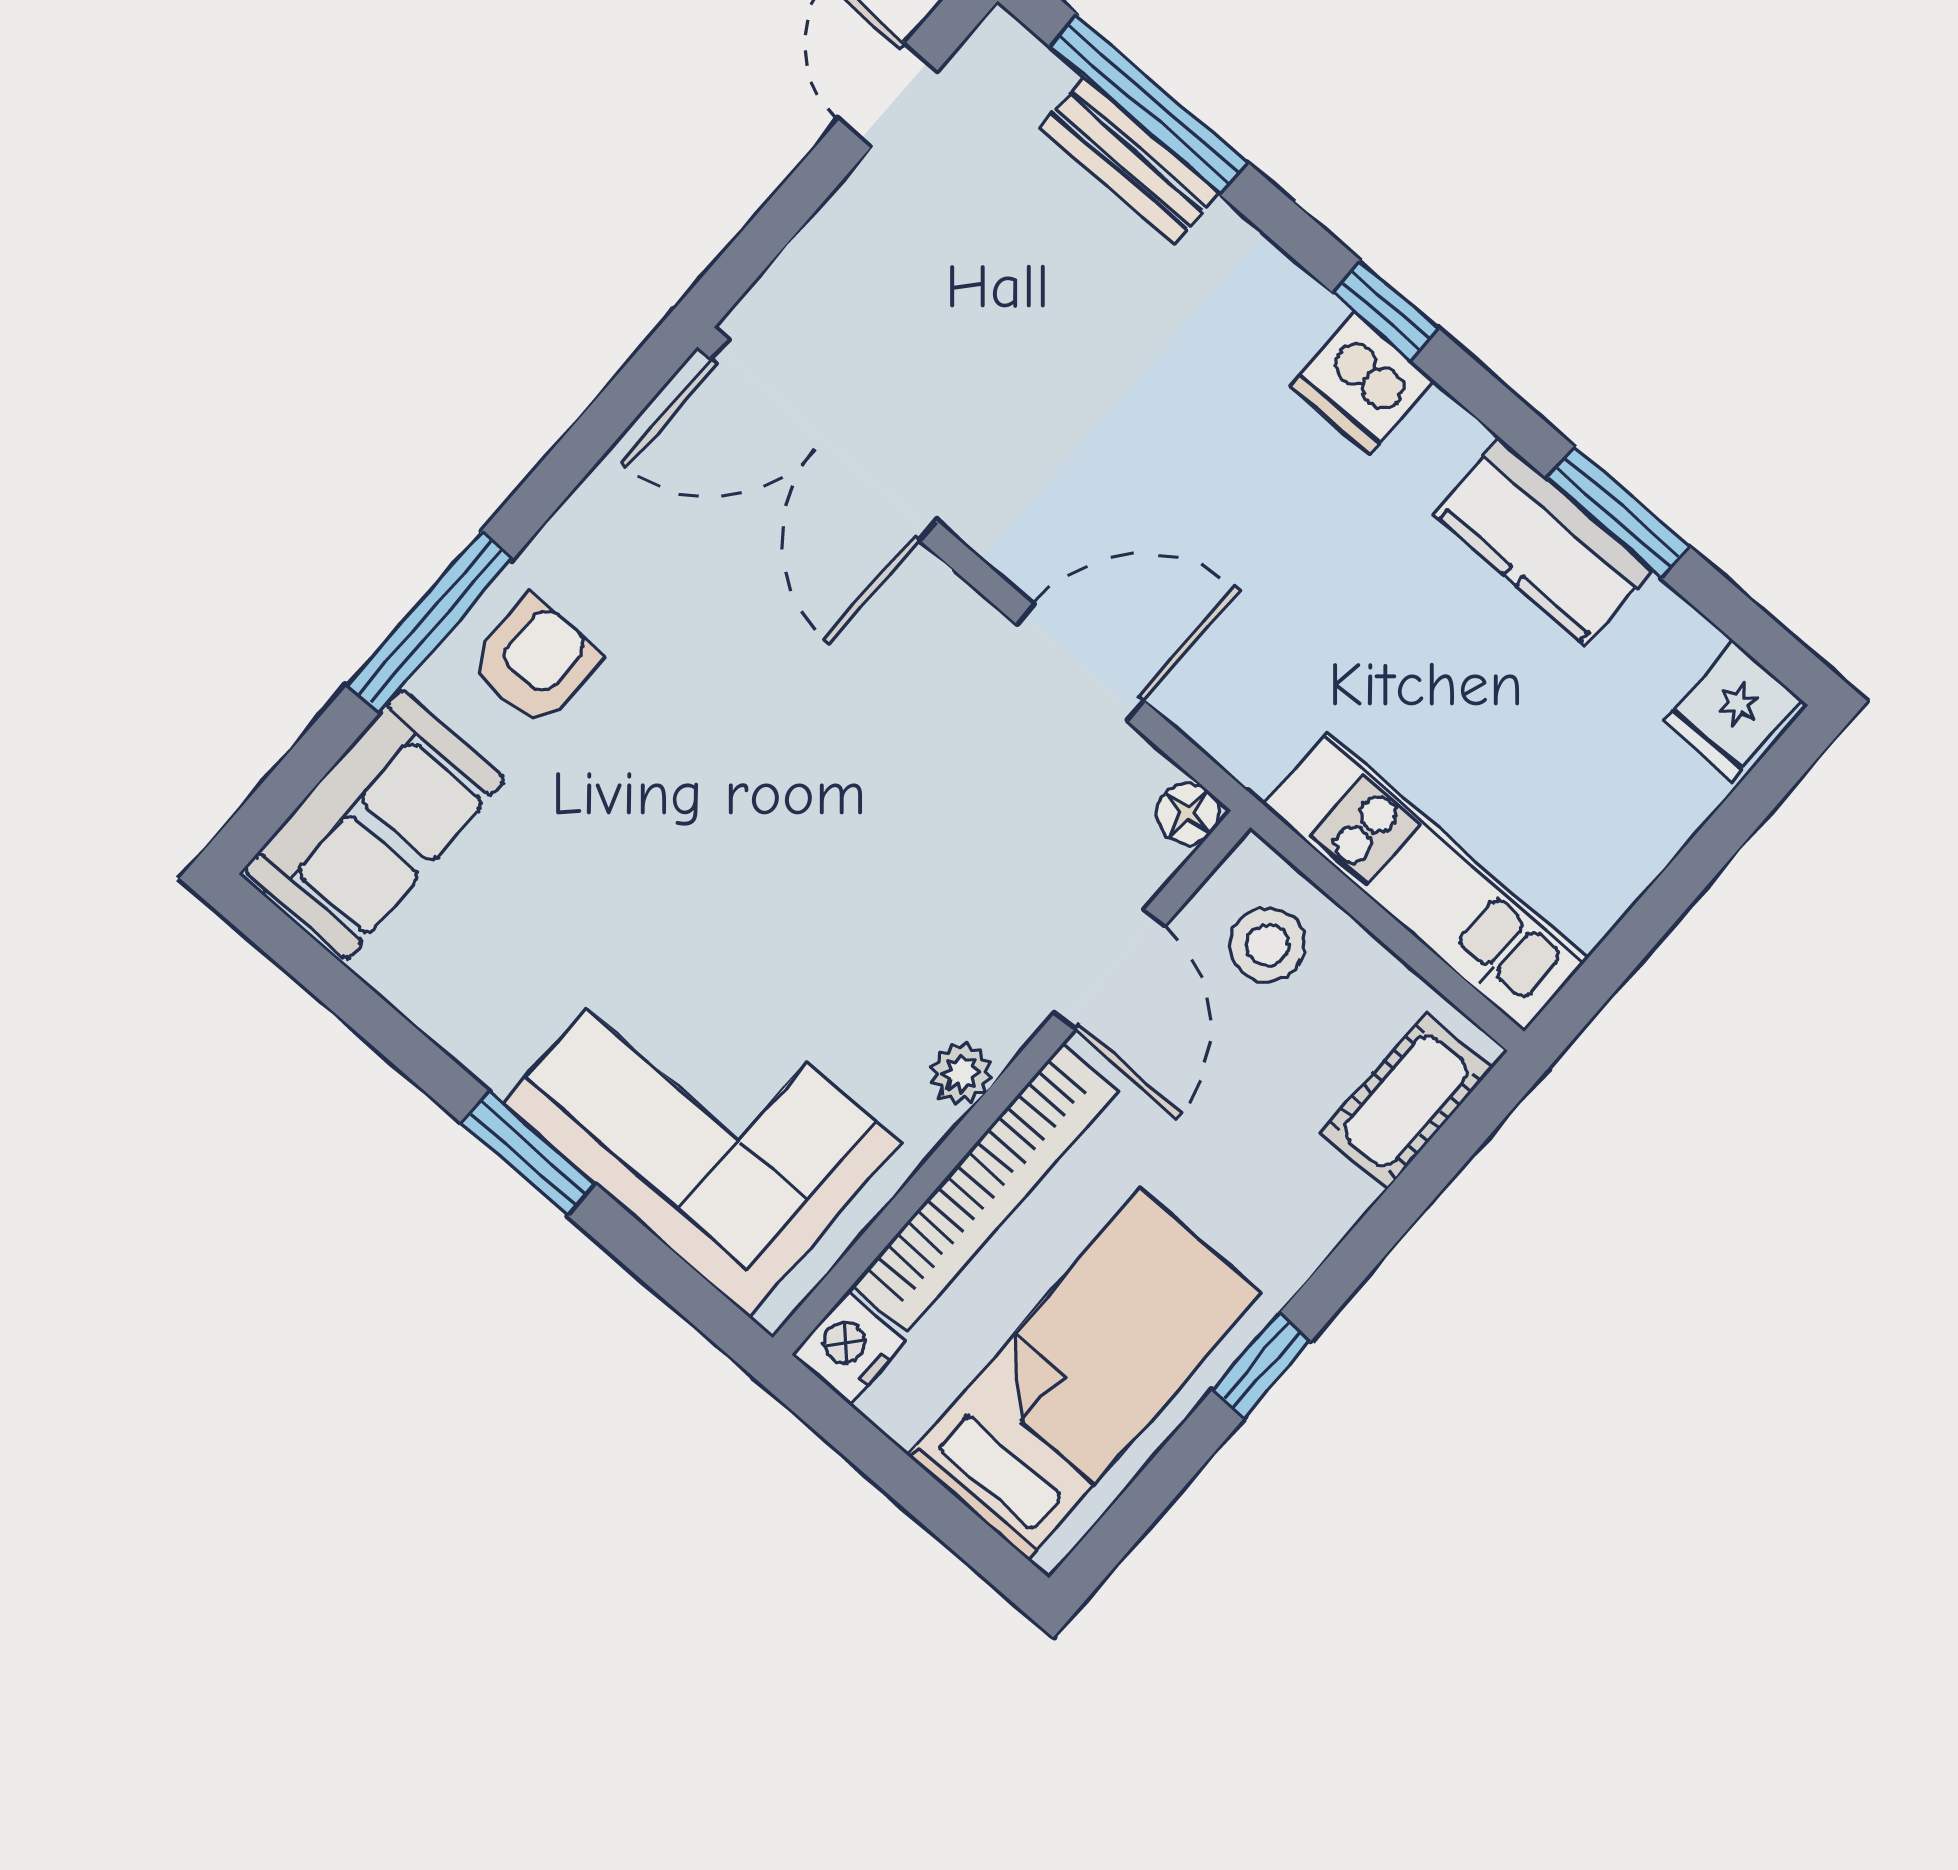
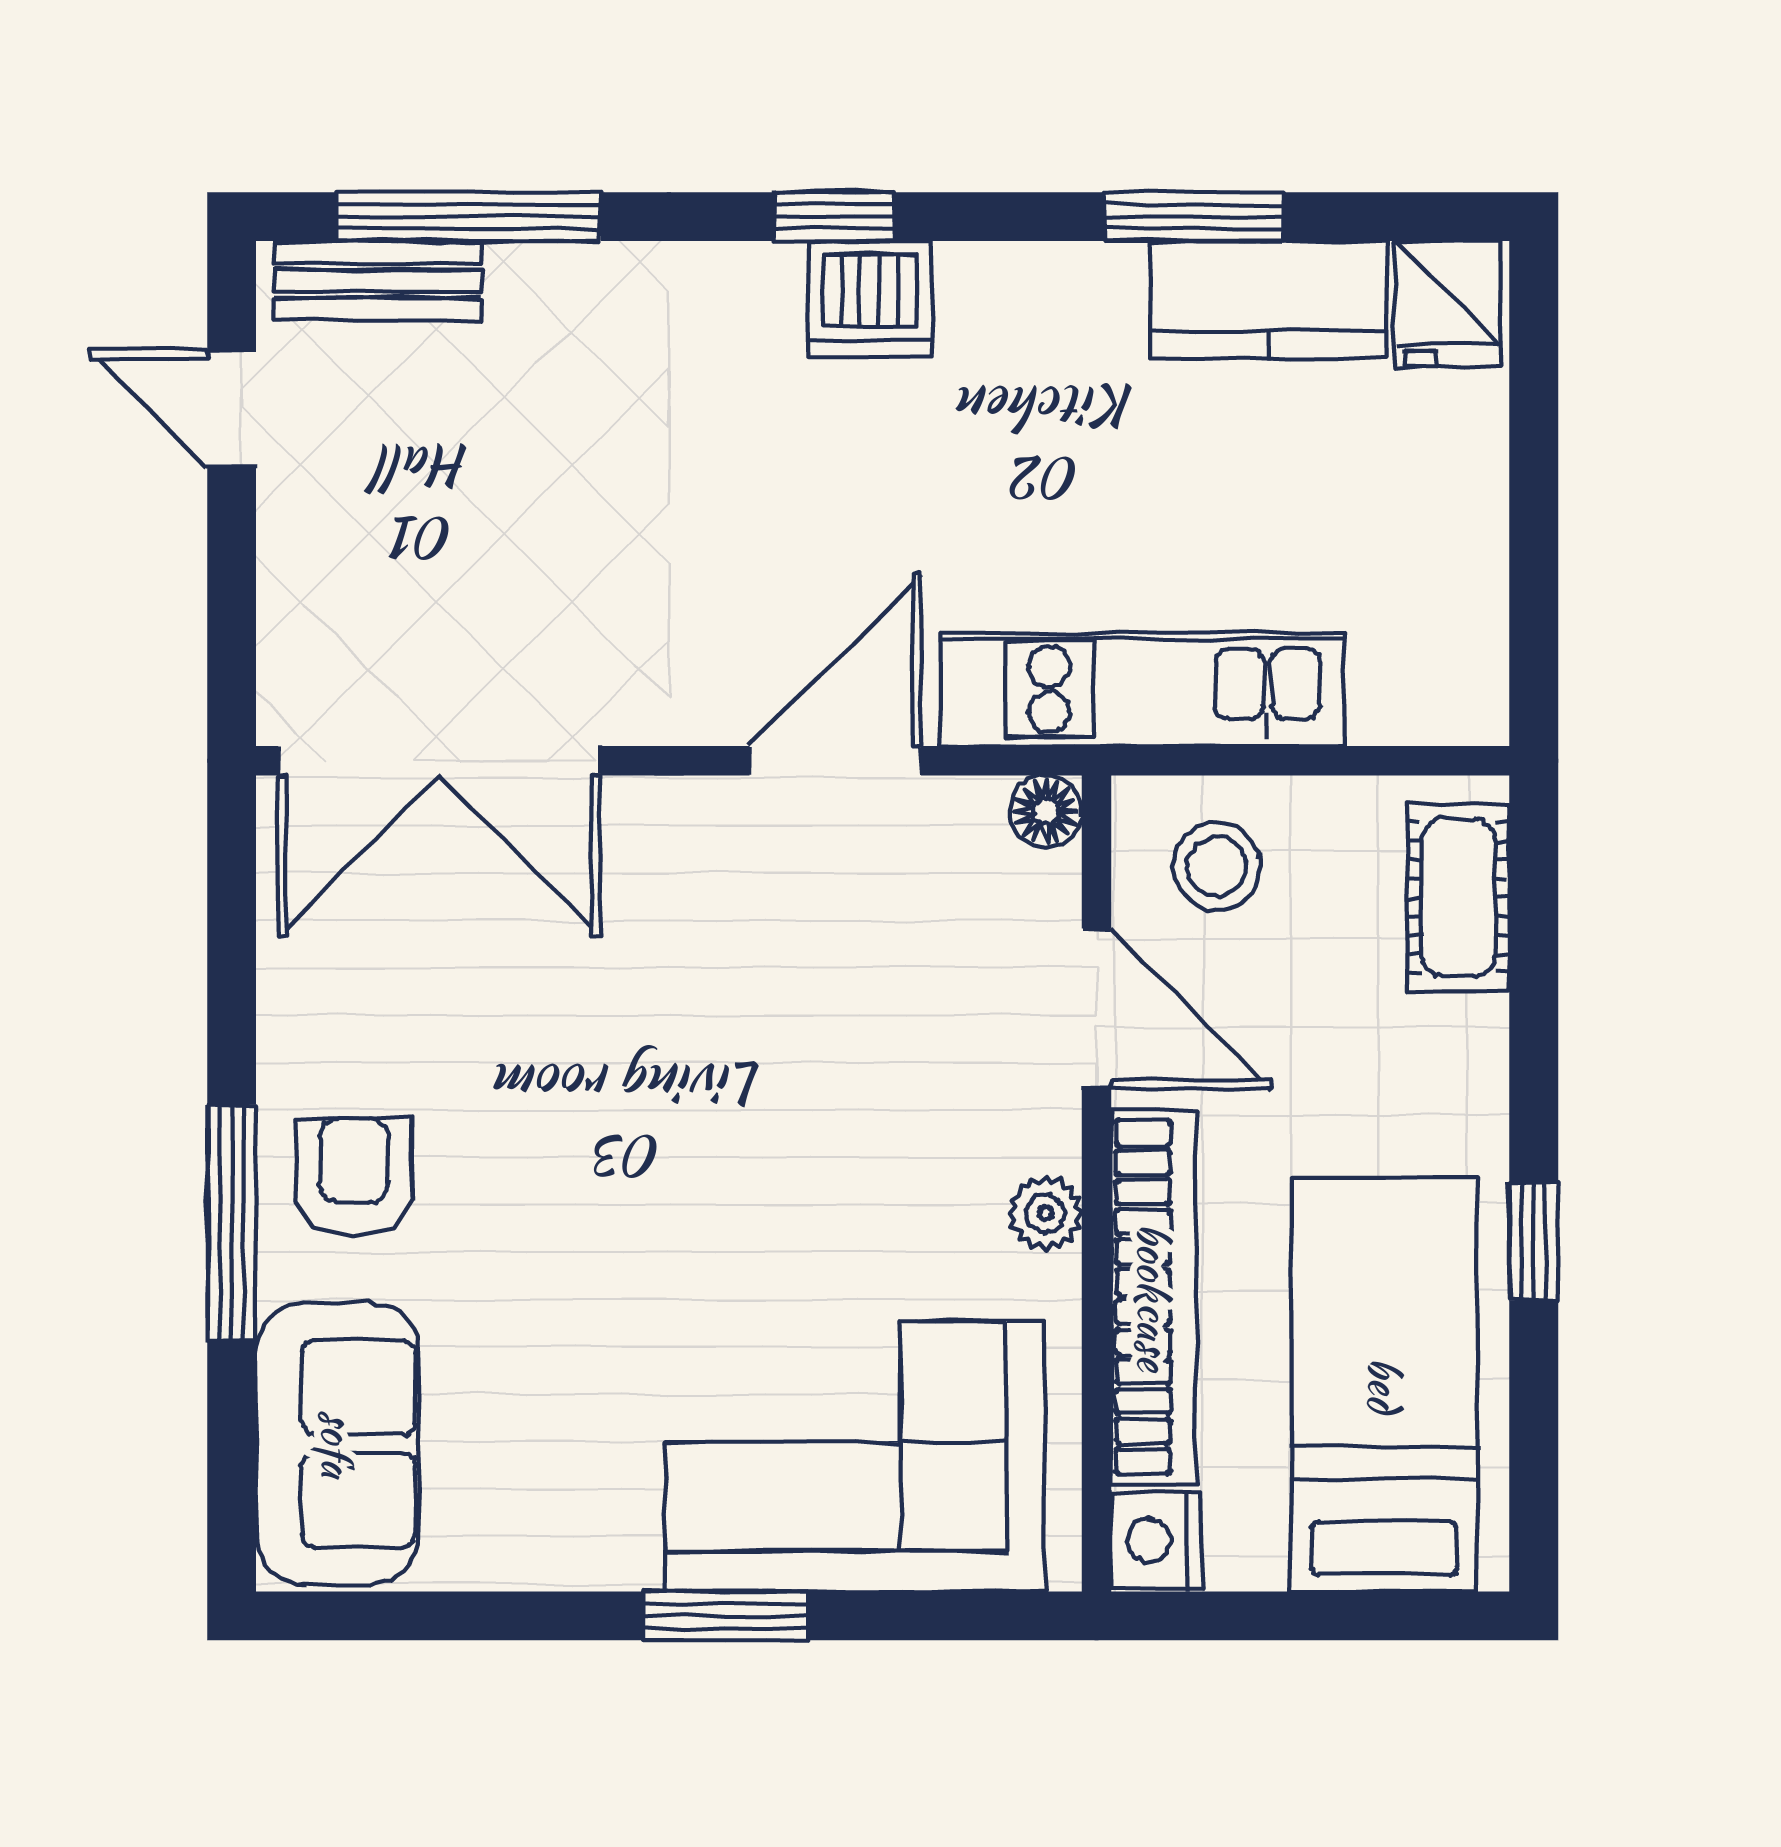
bench: (1129, 160) -> (378, 281), moved
kitchen counter: (1543, 542) -> (1268, 300), moved
kitchen unit: (1426, 882) -> (1142, 689), moved

